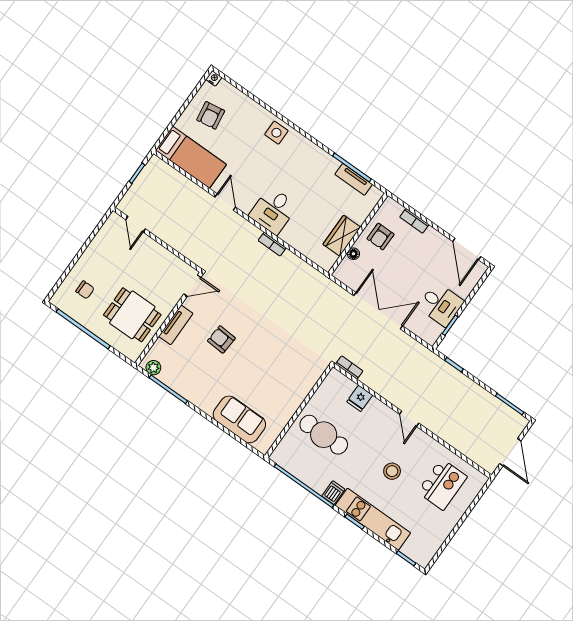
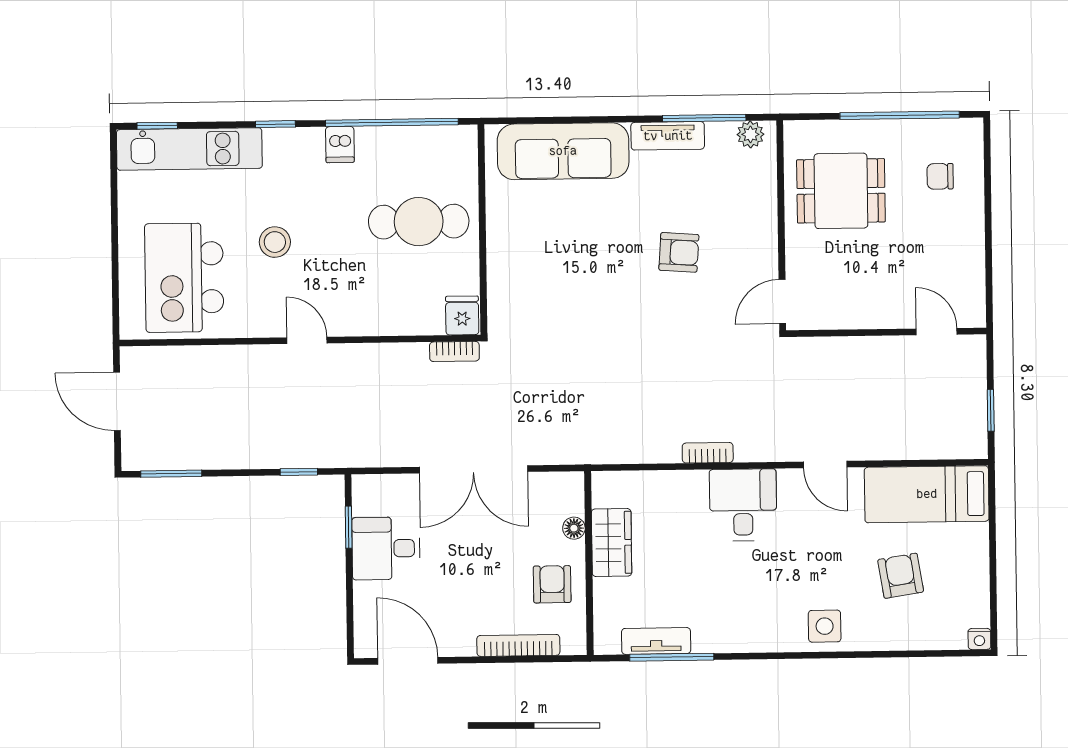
armchair: (211, 115) -> (901, 576), moved
bookcase: (414, 221) -> (518, 645), width x1.56
tv unit: (176, 325) -> (668, 136), moved, turned -90
fridge: (360, 398) -> (462, 315), moved
sofa: (239, 419) -> (563, 151), width x1.36
kitchen island: (442, 484) -> (184, 278), width x1.37, depth x1.28
kitchen unit: (373, 519) -> (189, 149), moved

